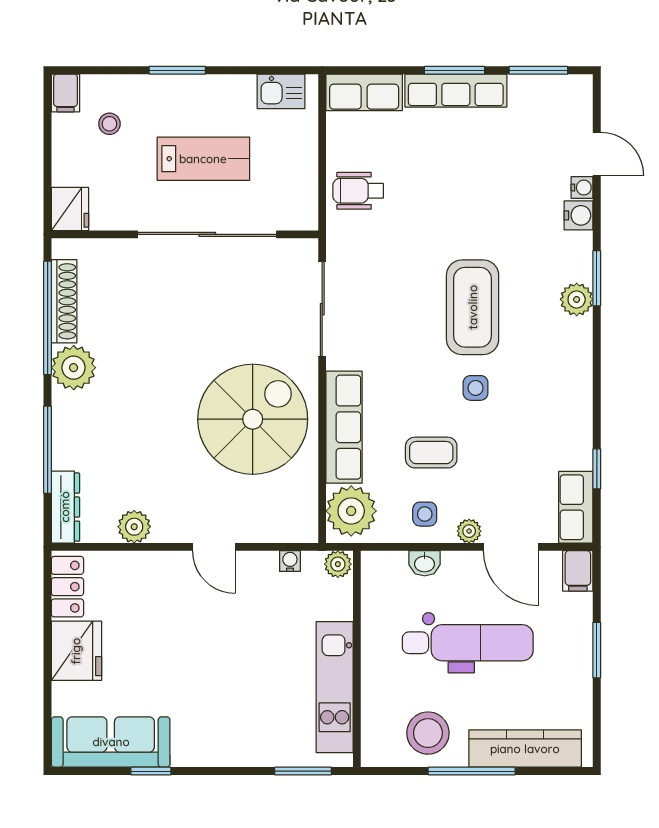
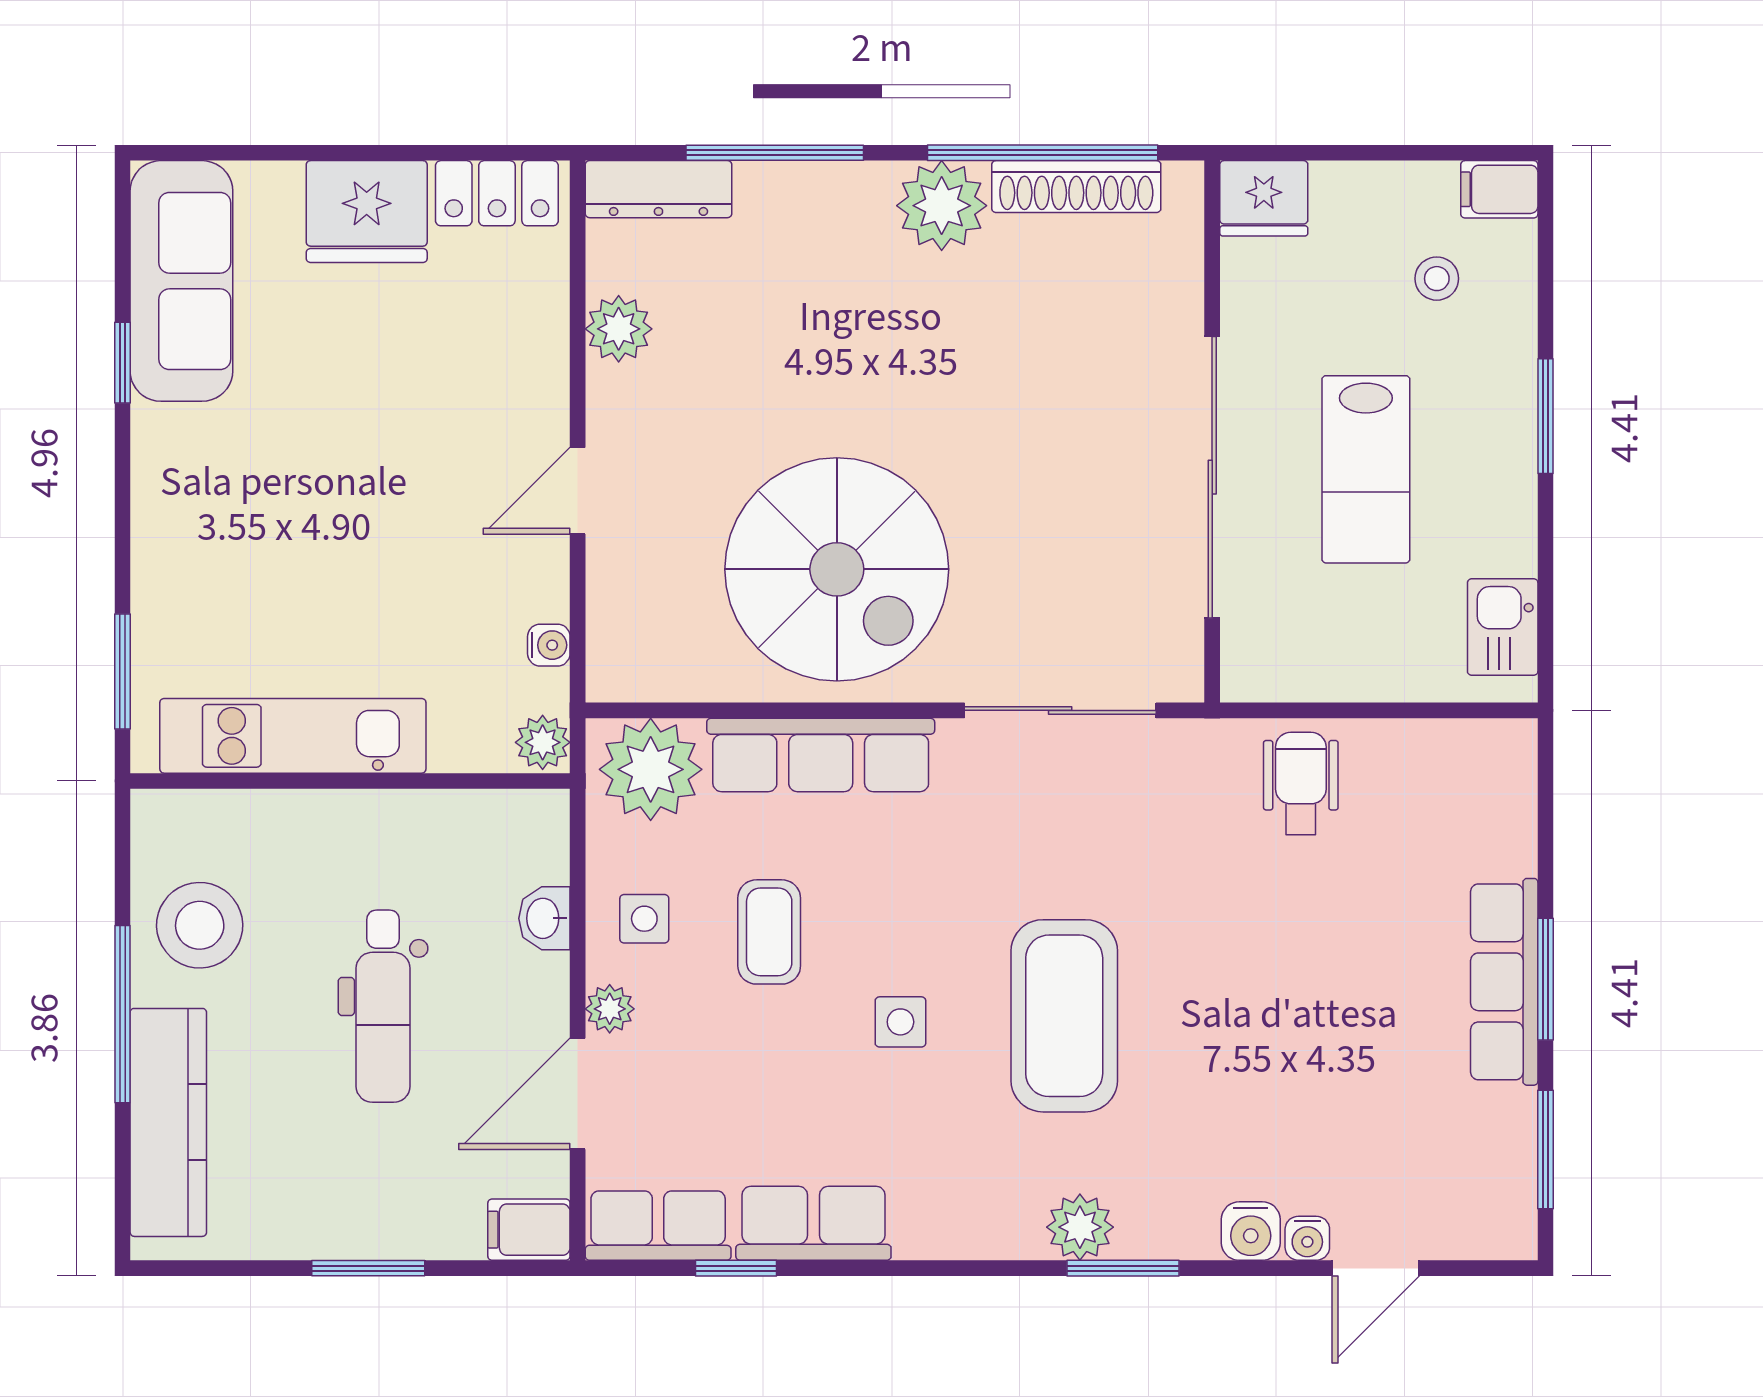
row of seats: (364, 92) -> (813, 1223), moved, turned 90
coffee table: (473, 307) -> (1064, 1016), turned 90
dental chair: (468, 643) -> (383, 1006), width x0.73, depth x0.72

